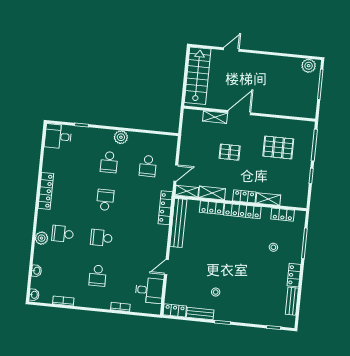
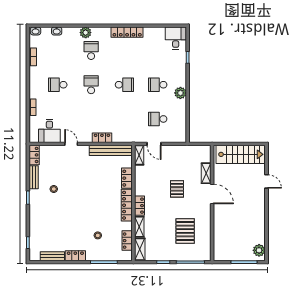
shelving: (212, 193) -> (140, 249), moved
locker: (165, 208) -> (102, 138), moved, width x0.66

